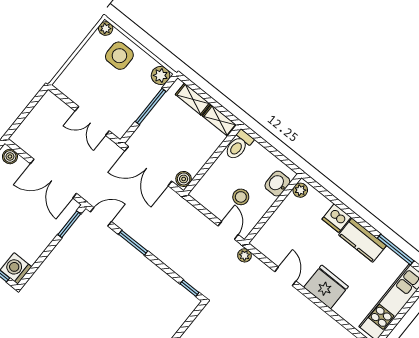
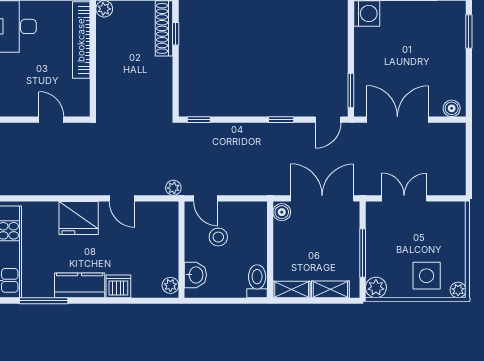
window: (133, 243) -> (281, 120), width x0.67

